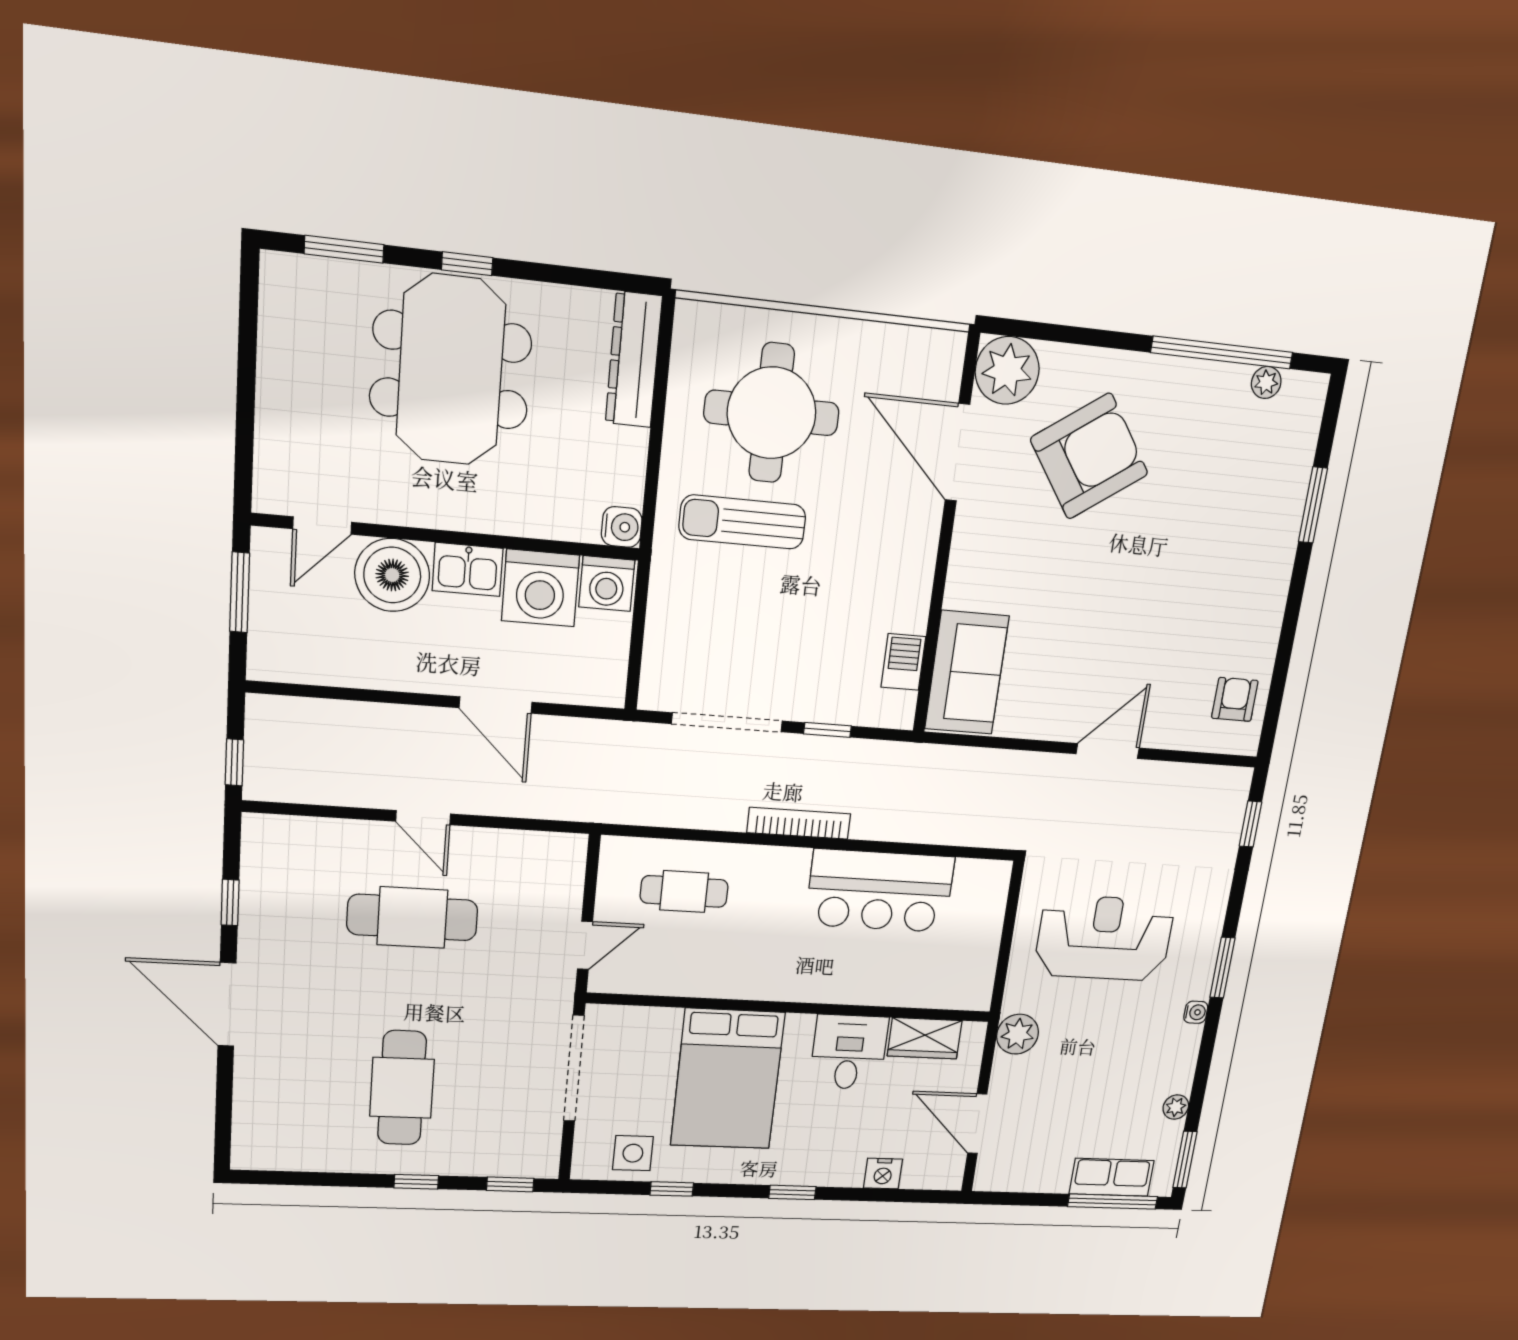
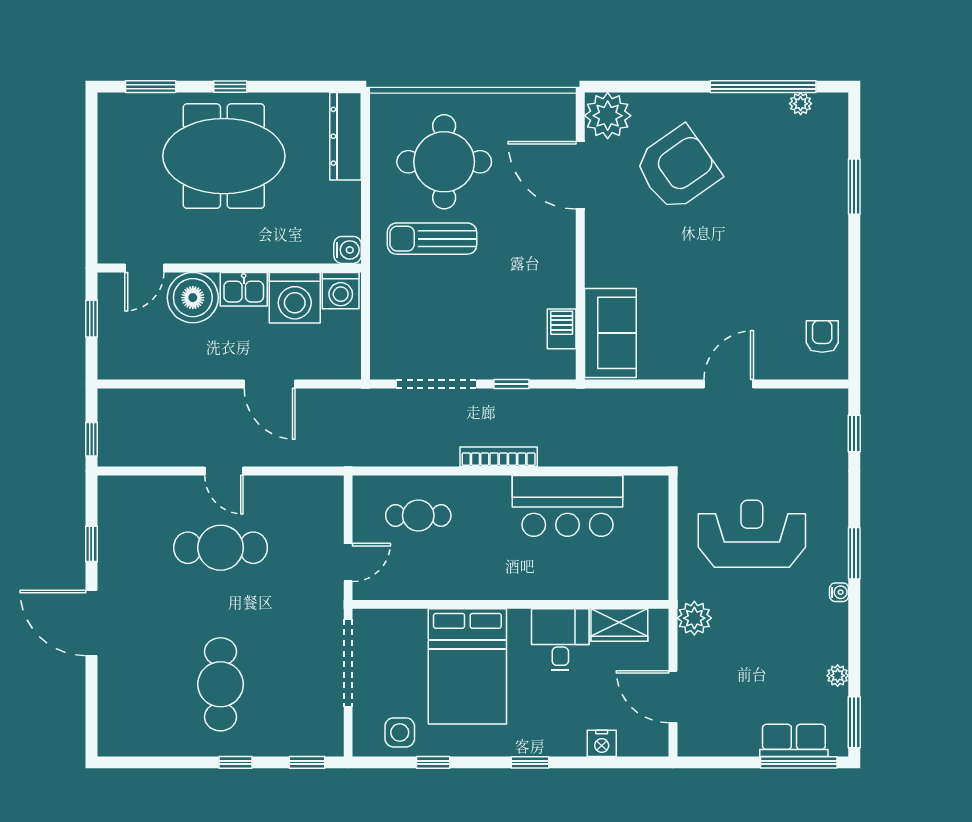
meeting table: (451, 370) -> (224, 156), turned 90
window: (240, 592) -> (91, 319), width x0.67

